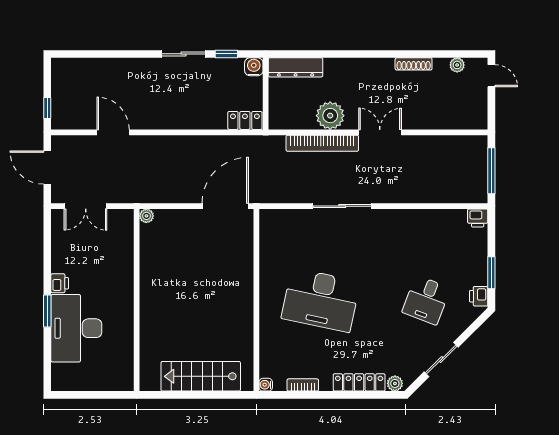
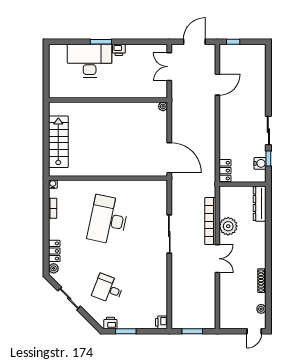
water cooler: (254, 67) -> (260, 163), moved
window: (491, 171) -> (192, 331), width x0.69
locker: (359, 382) -> (54, 251), width x0.66

